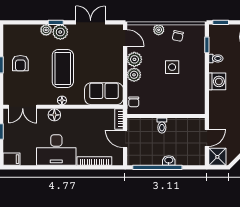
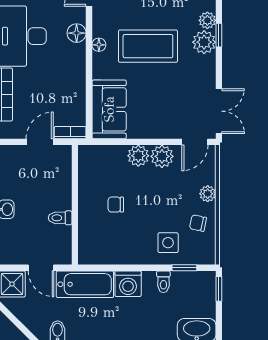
double door: (91, 22) -> (219, 111), moved
side table: (172, 67) -> (168, 243), moved
chair: (134, 102) -> (116, 205), moved
bathtub: (218, 109) -> (85, 284), added
toilet: (162, 126) -> (60, 218), moved

